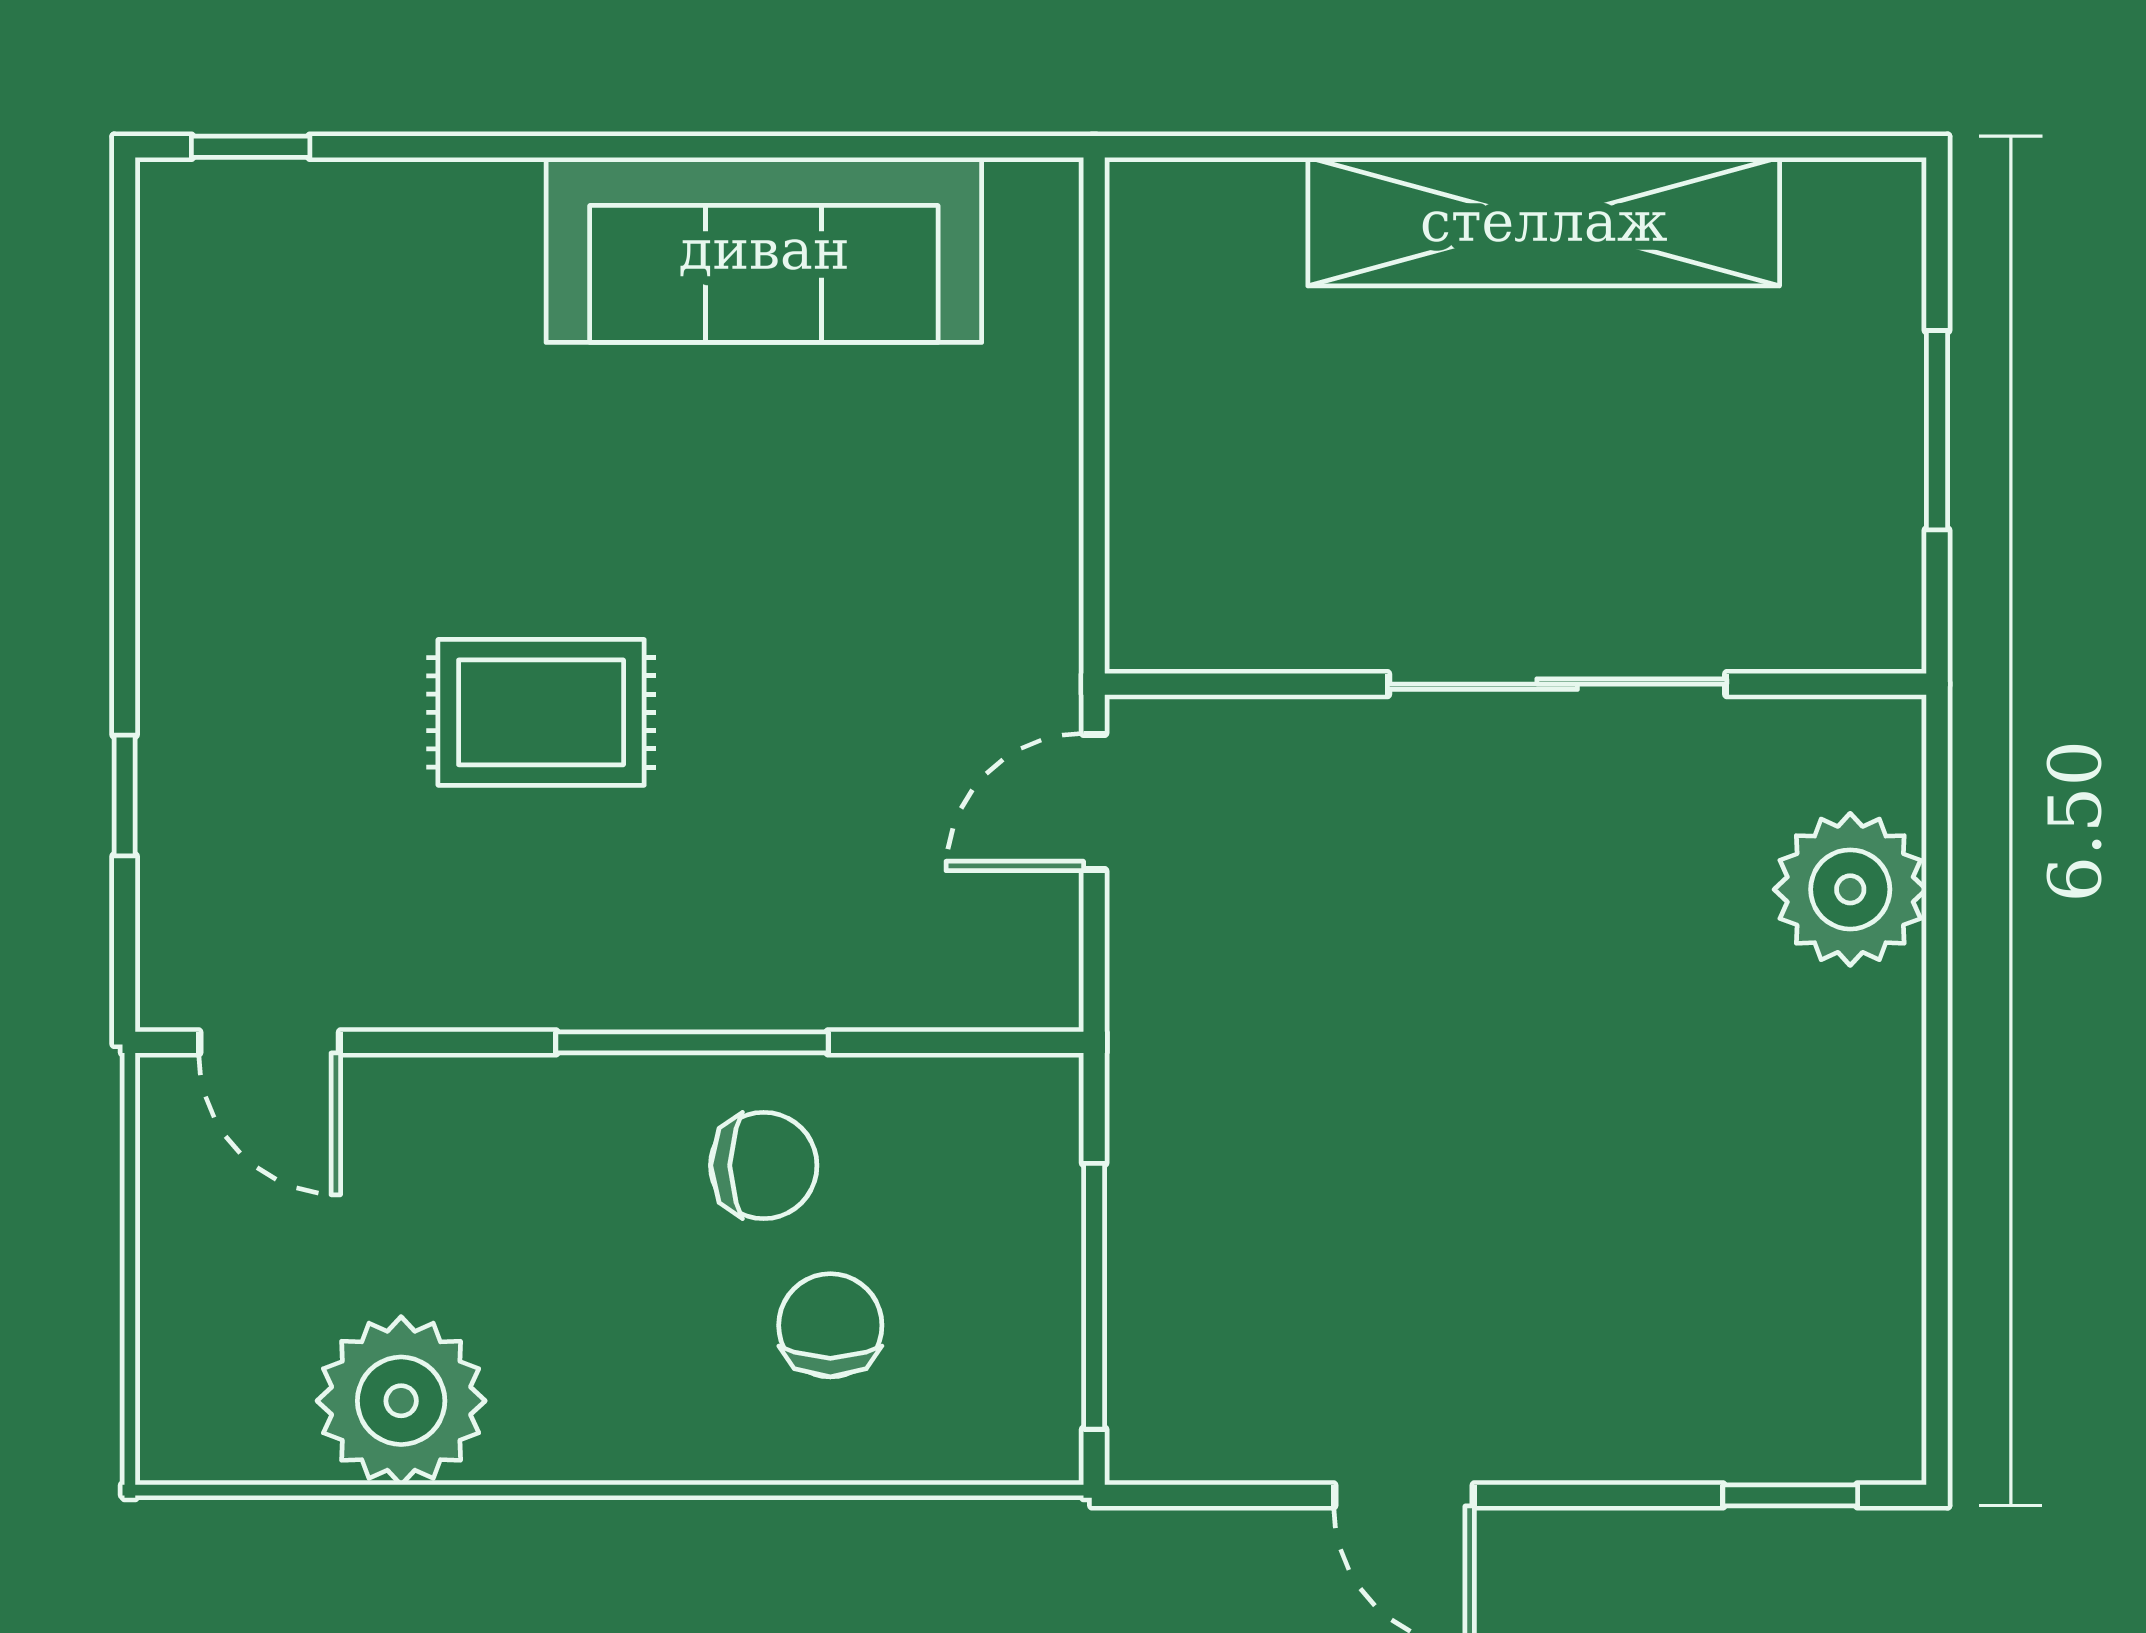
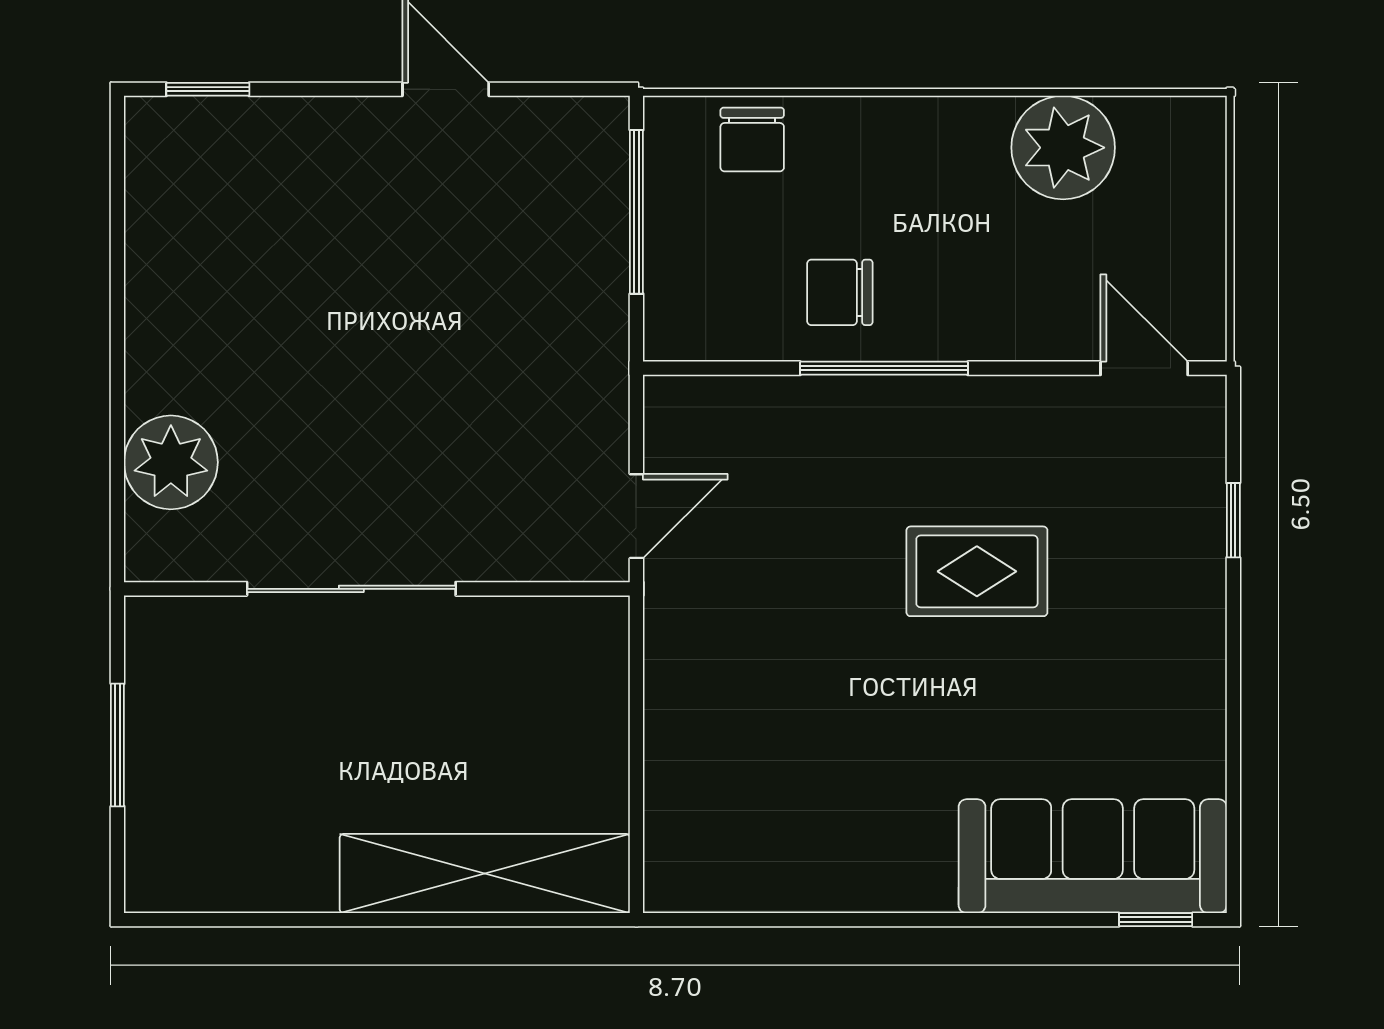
shelving: (1544, 222) -> (485, 874), moved
sofa: (764, 250) -> (1093, 856), moved
chair: (830, 1325) -> (752, 140), moved

